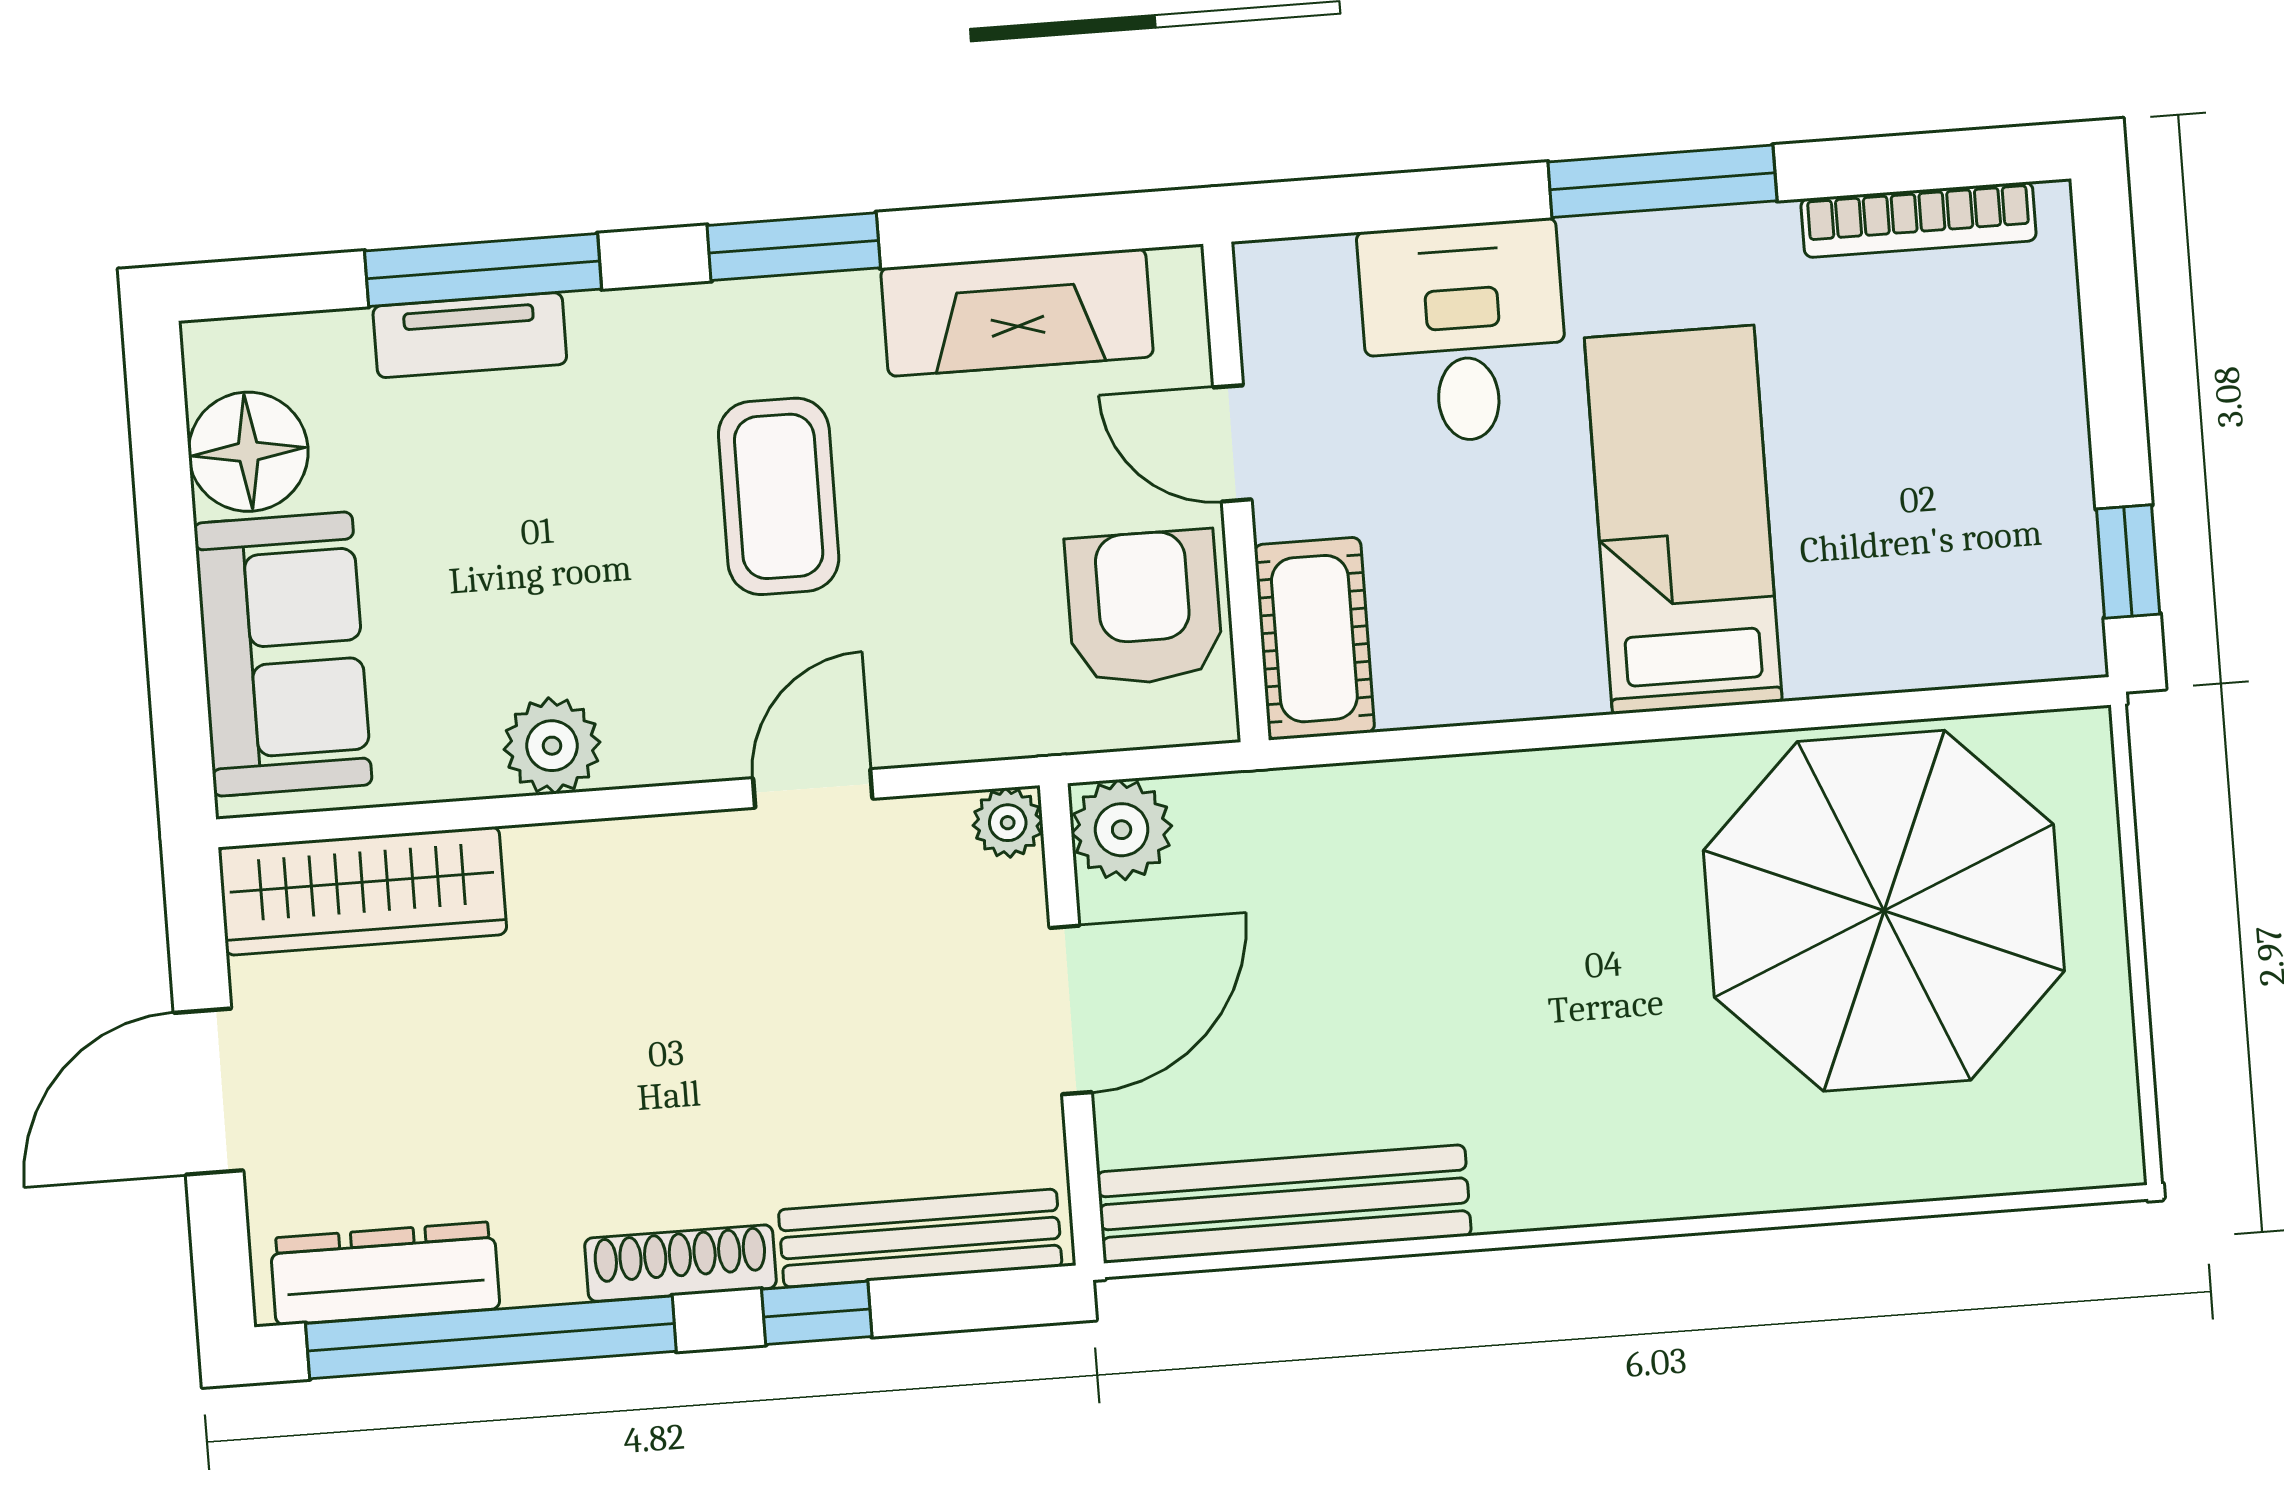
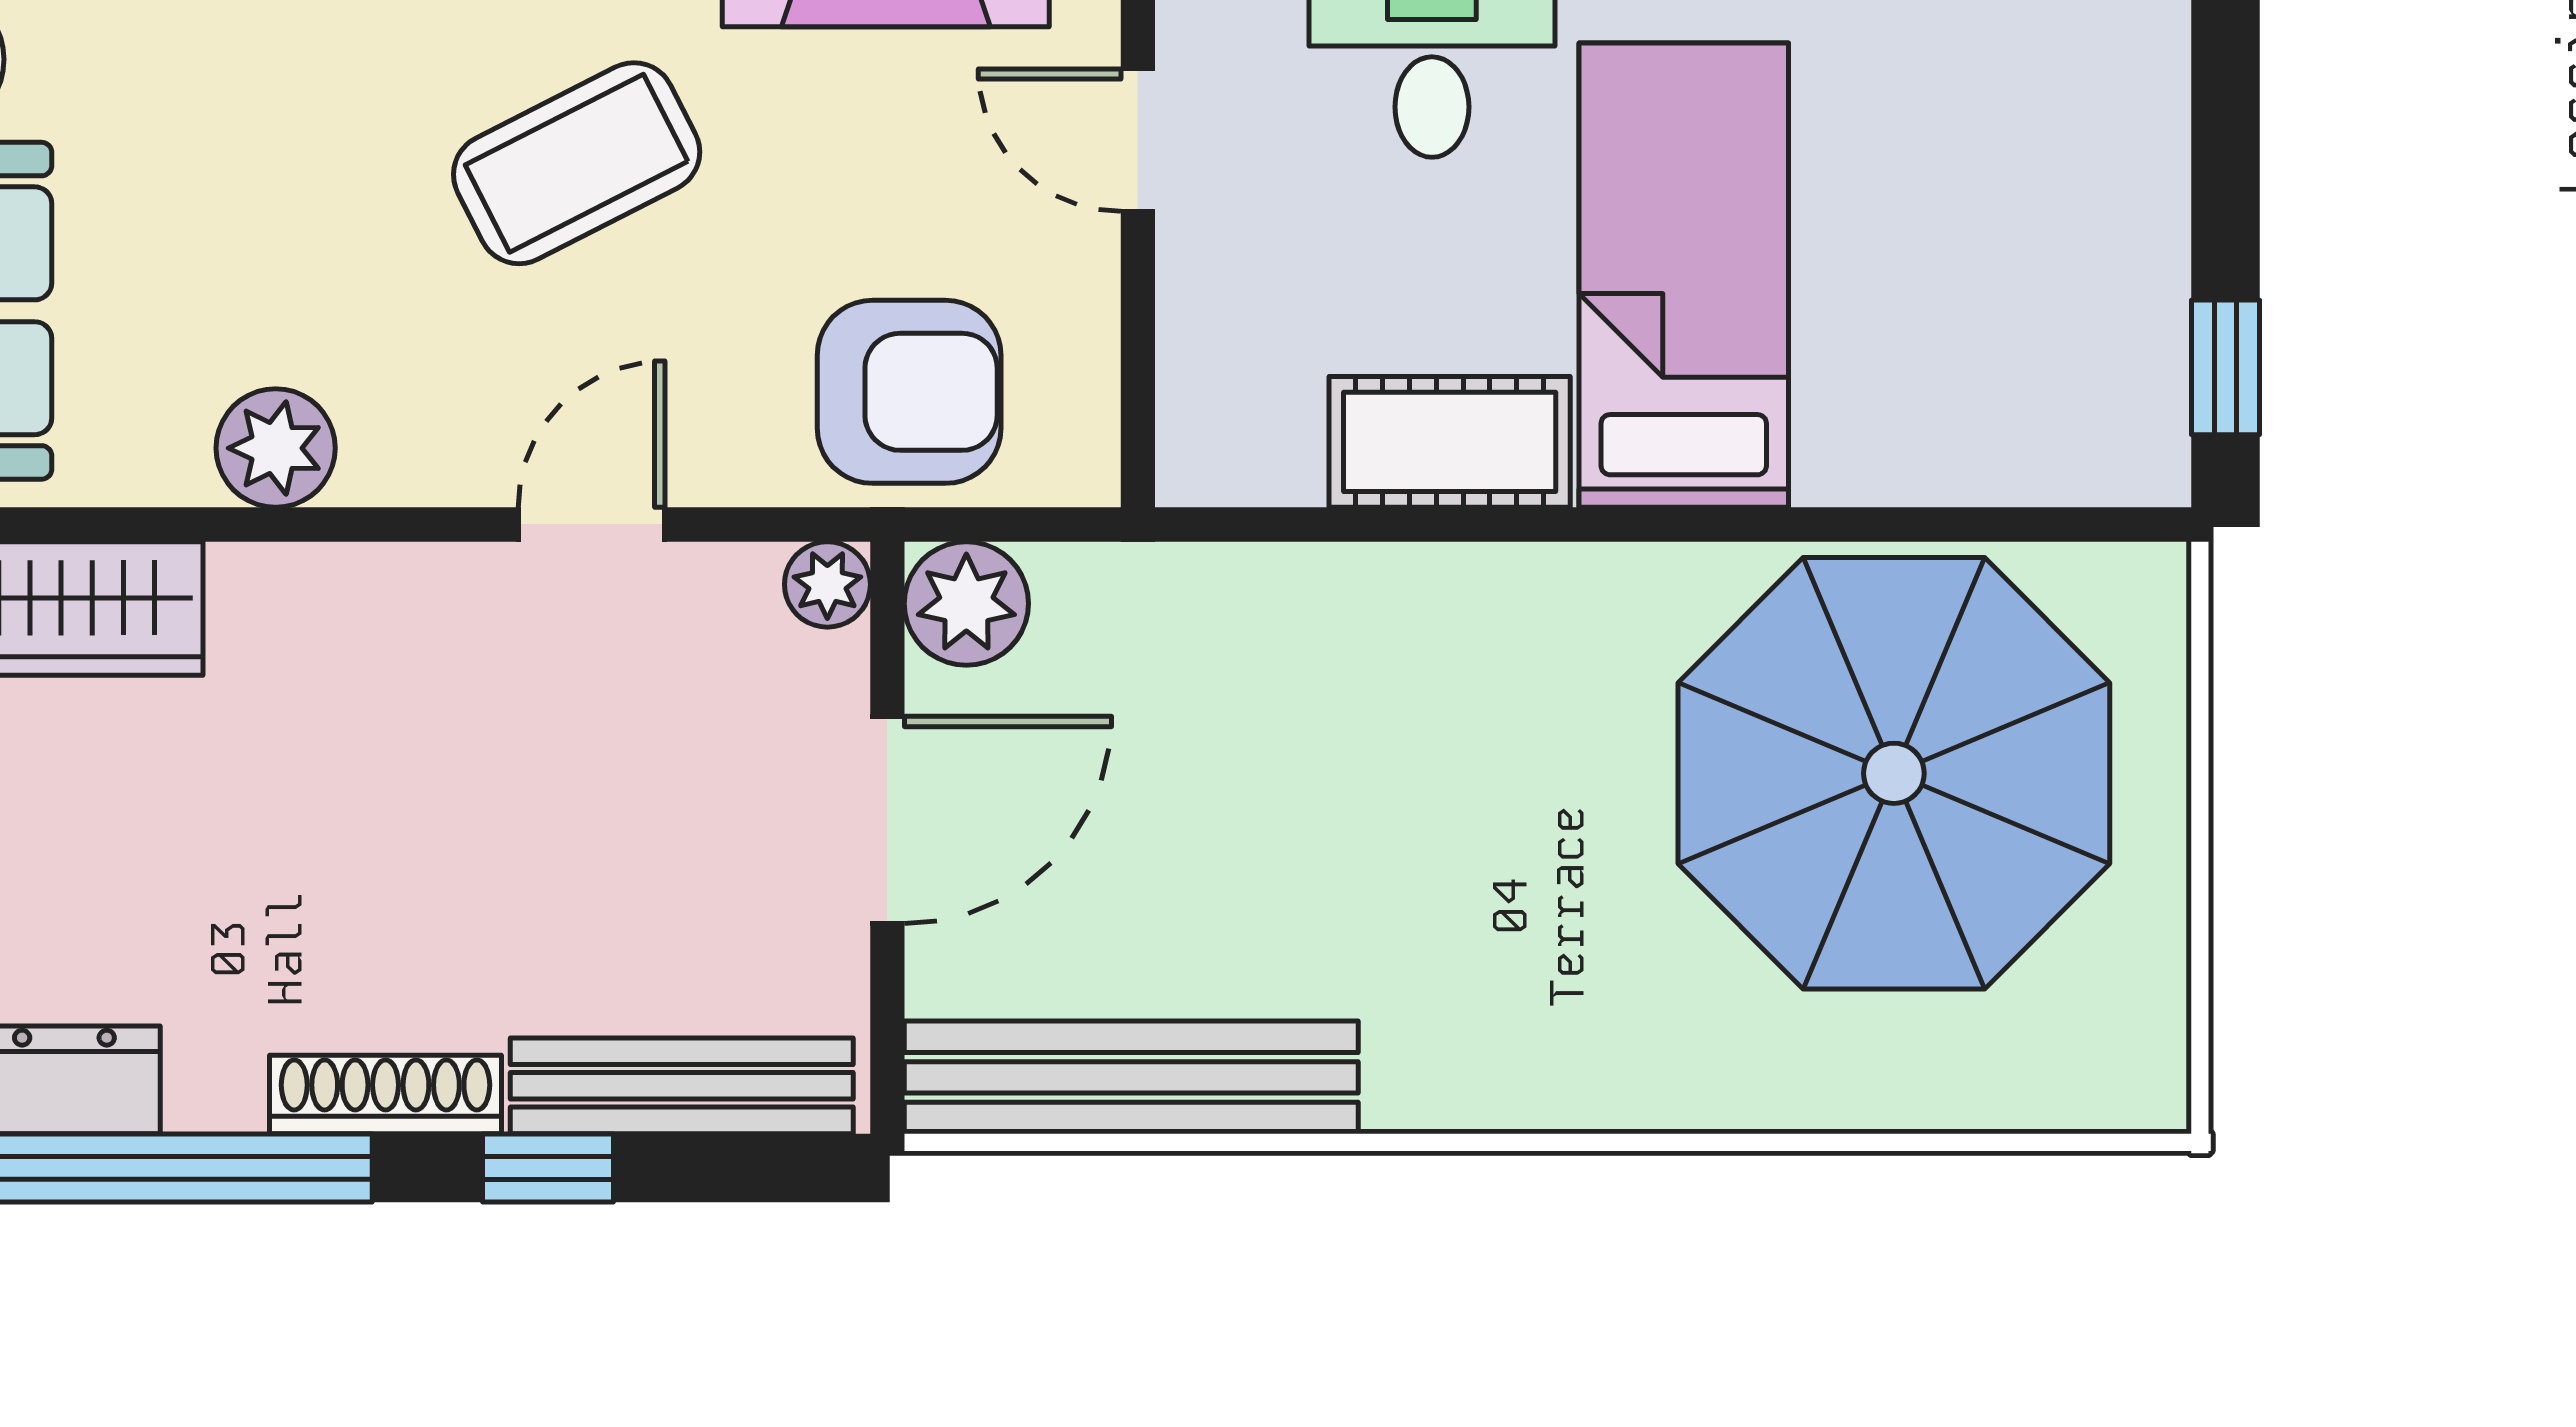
coffee table: (779, 496) -> (577, 163), turned 63
armchair: (1144, 608) -> (909, 392), moved, turned 90
cot: (1314, 639) -> (1450, 442), moved, turned 90

